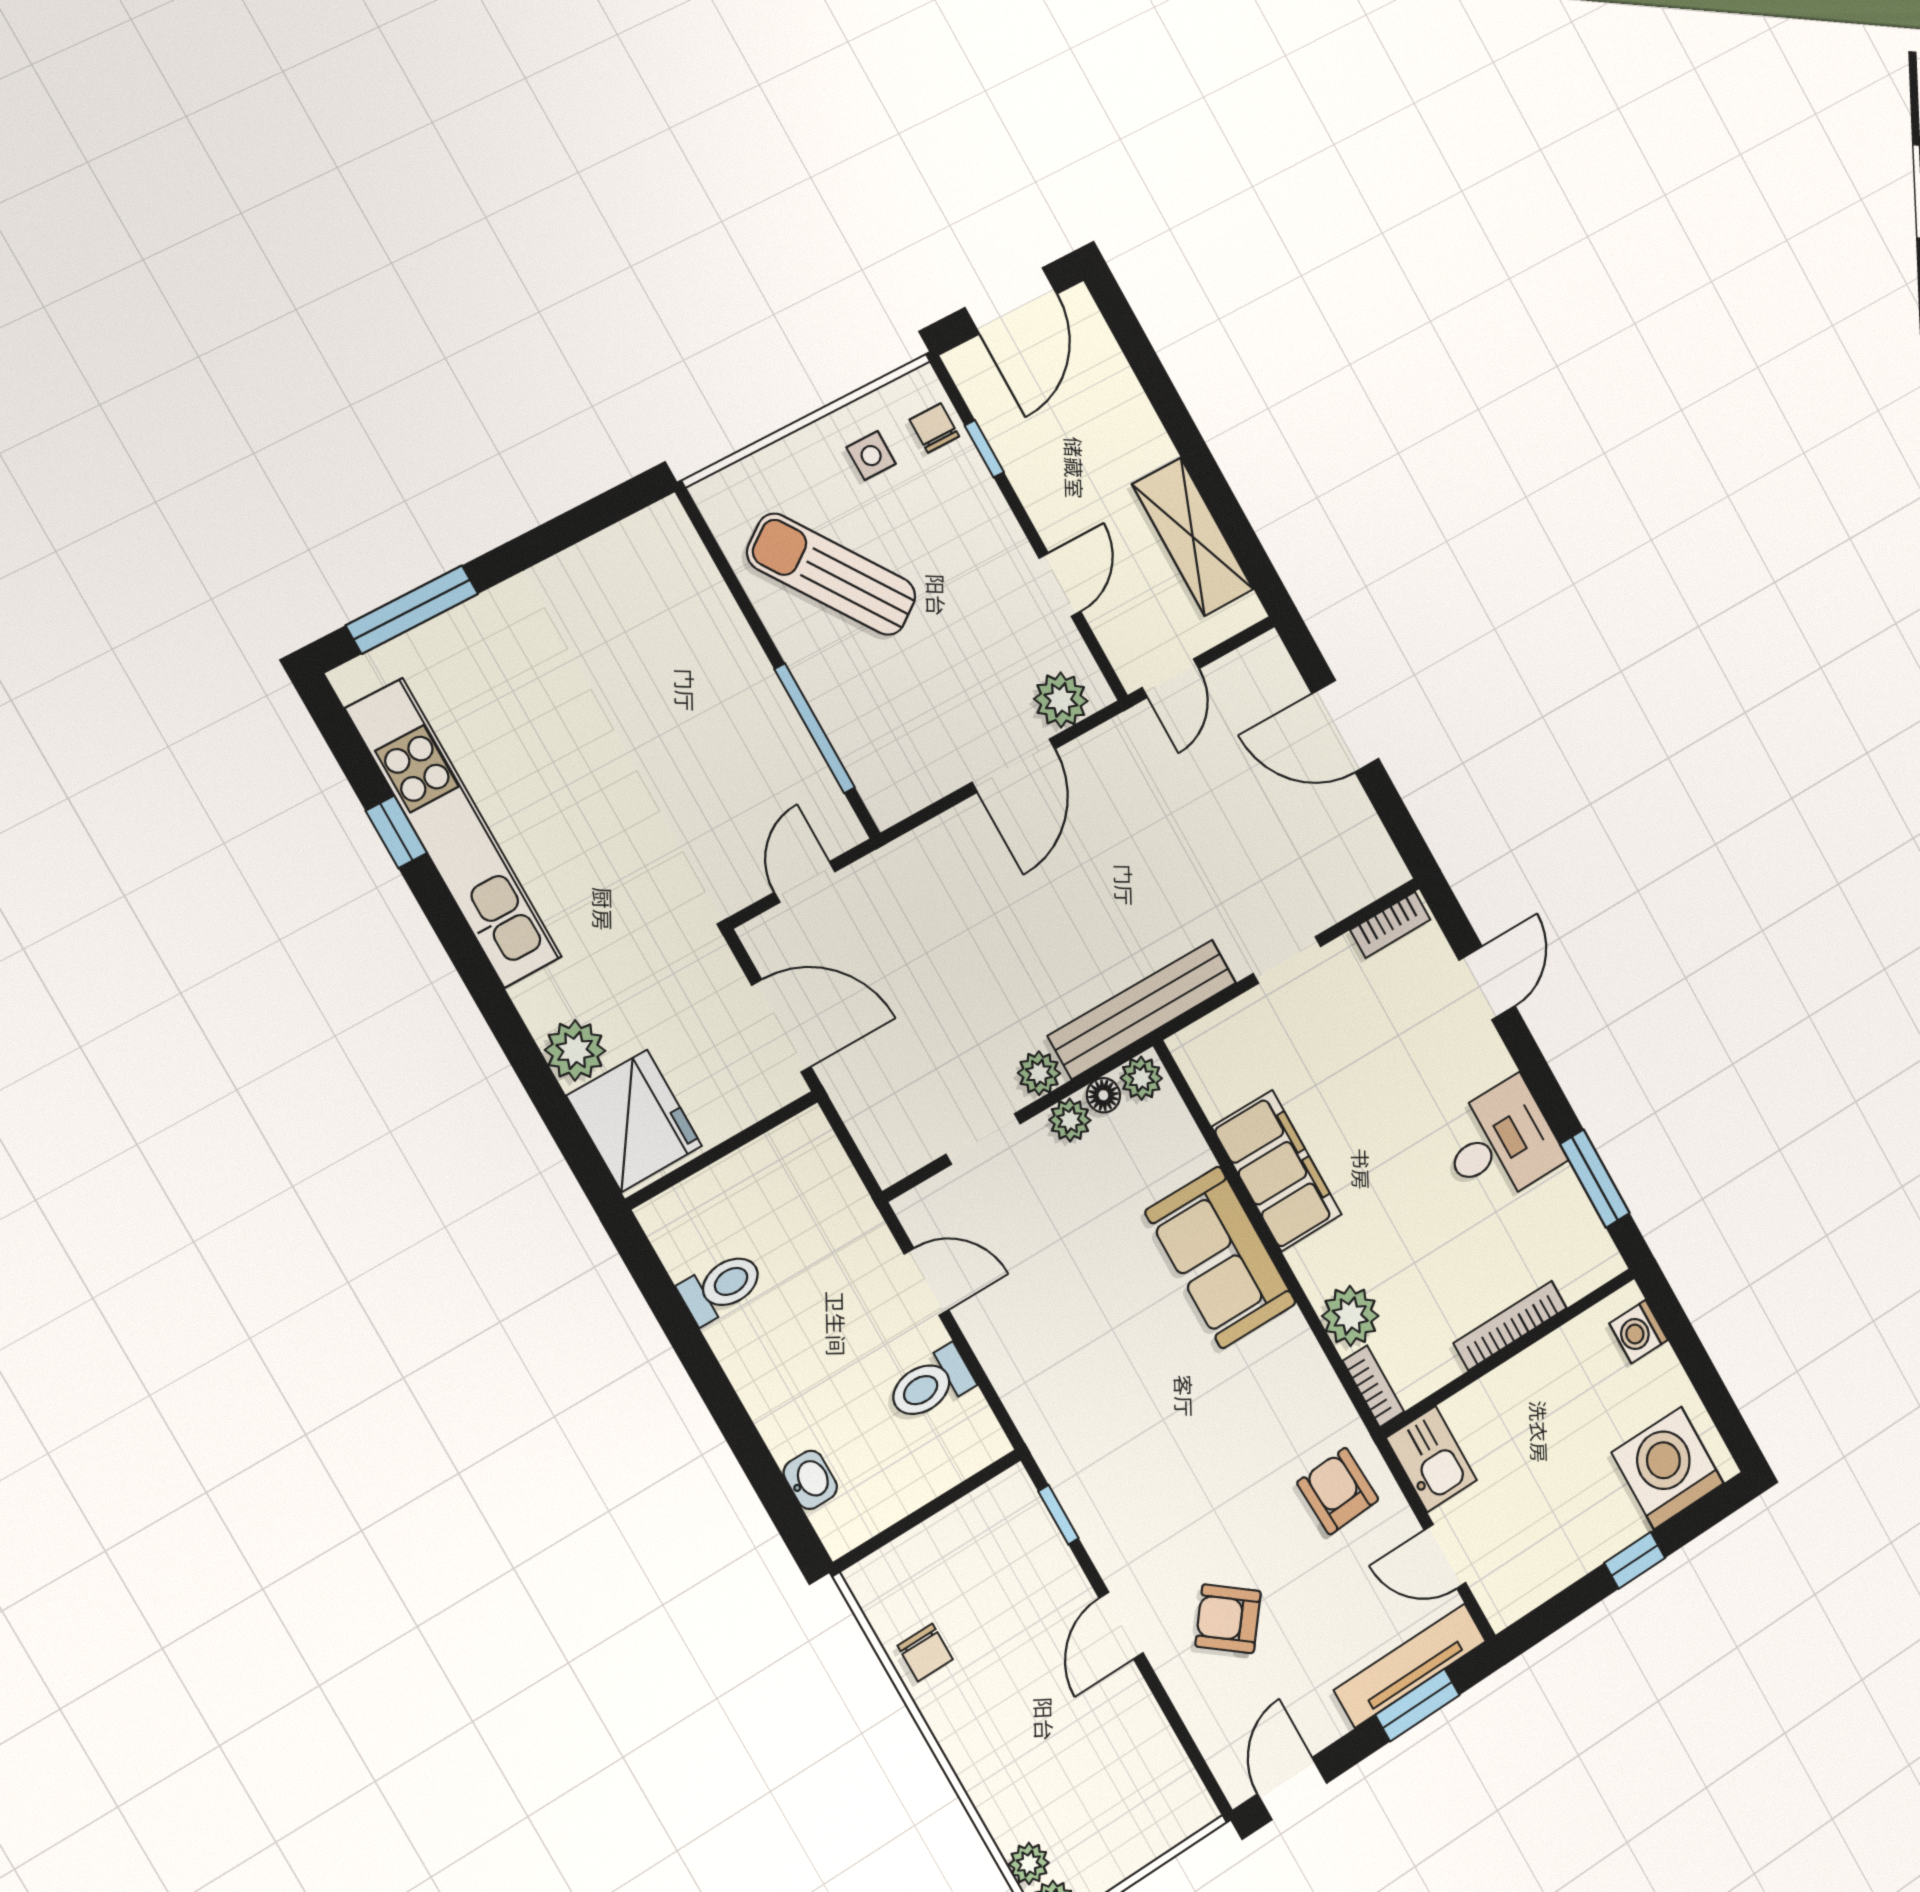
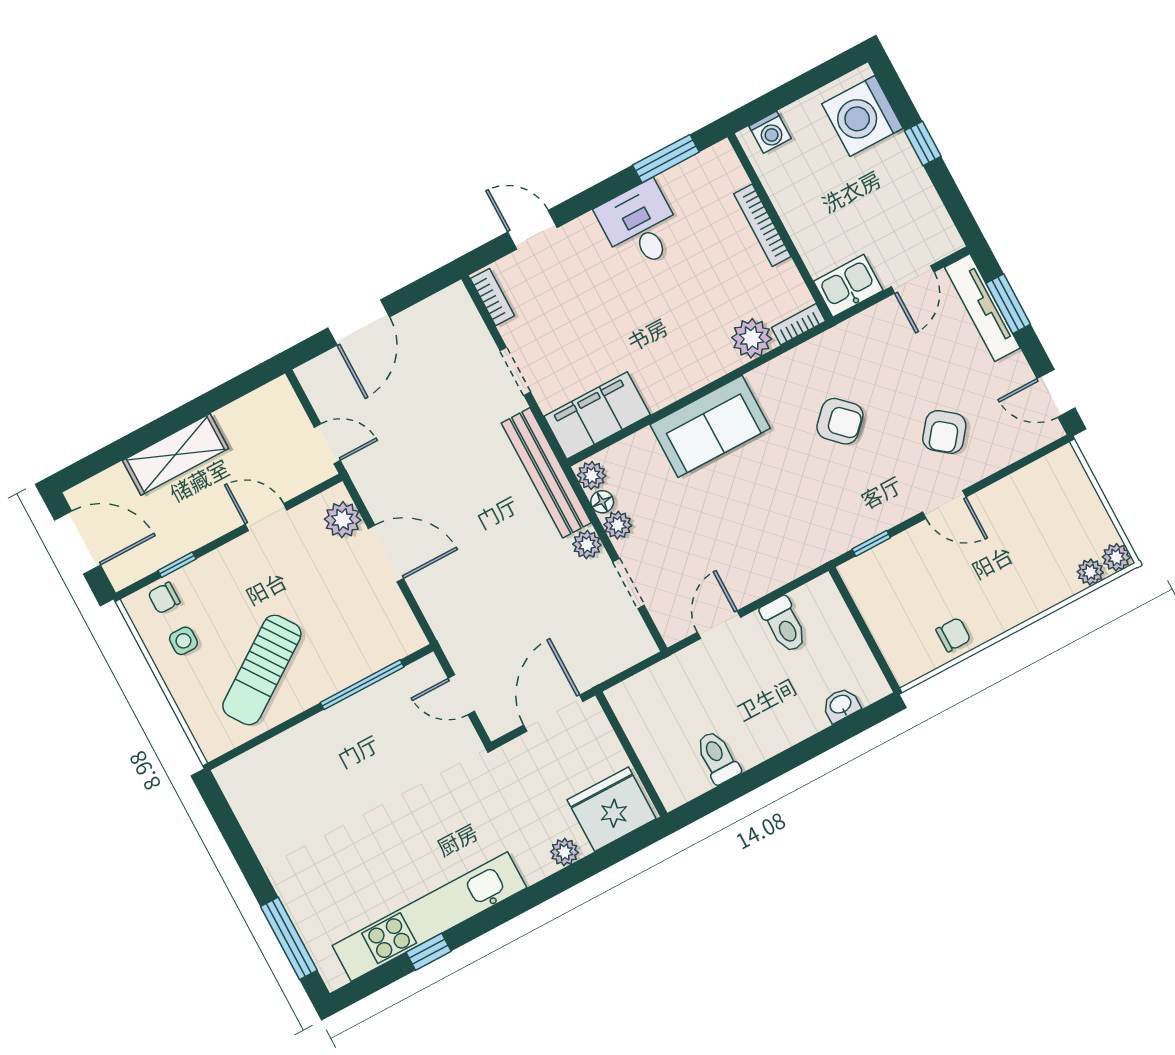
shelving: (1193, 537) -> (176, 454), moved
plant: (575, 1050) -> (564, 852), width x0.73, depth x0.73
filing cabinet: (1277, 1171) -> (597, 416), moved
armchair: (1338, 1491) -> (840, 421), moved, turned -133

